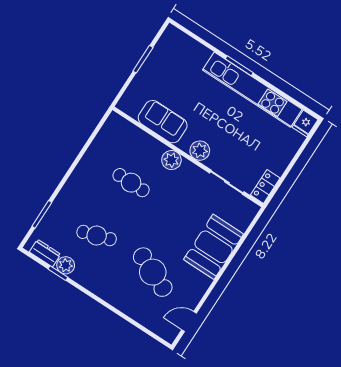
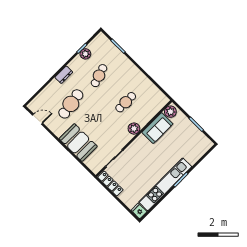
plant: (200, 151) -> (170, 112), moved
locker: (265, 187) -> (110, 183), width x1.53
dresser: (45, 253) -> (64, 75), moved
cafe table: (153, 272) -> (71, 104), turned -33
door: (189, 321) -> (38, 119), hinge flipped

